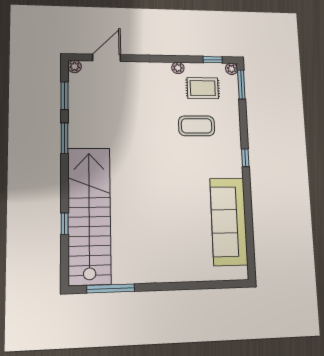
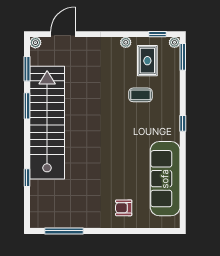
rug: (203, 88) -> (147, 61), turned 90
coffee table: (197, 126) -> (140, 95), width x0.73, depth x0.77
stairs: (89, 215) -> (47, 123), moved
armchair: (182, 257) -> (124, 208), added

